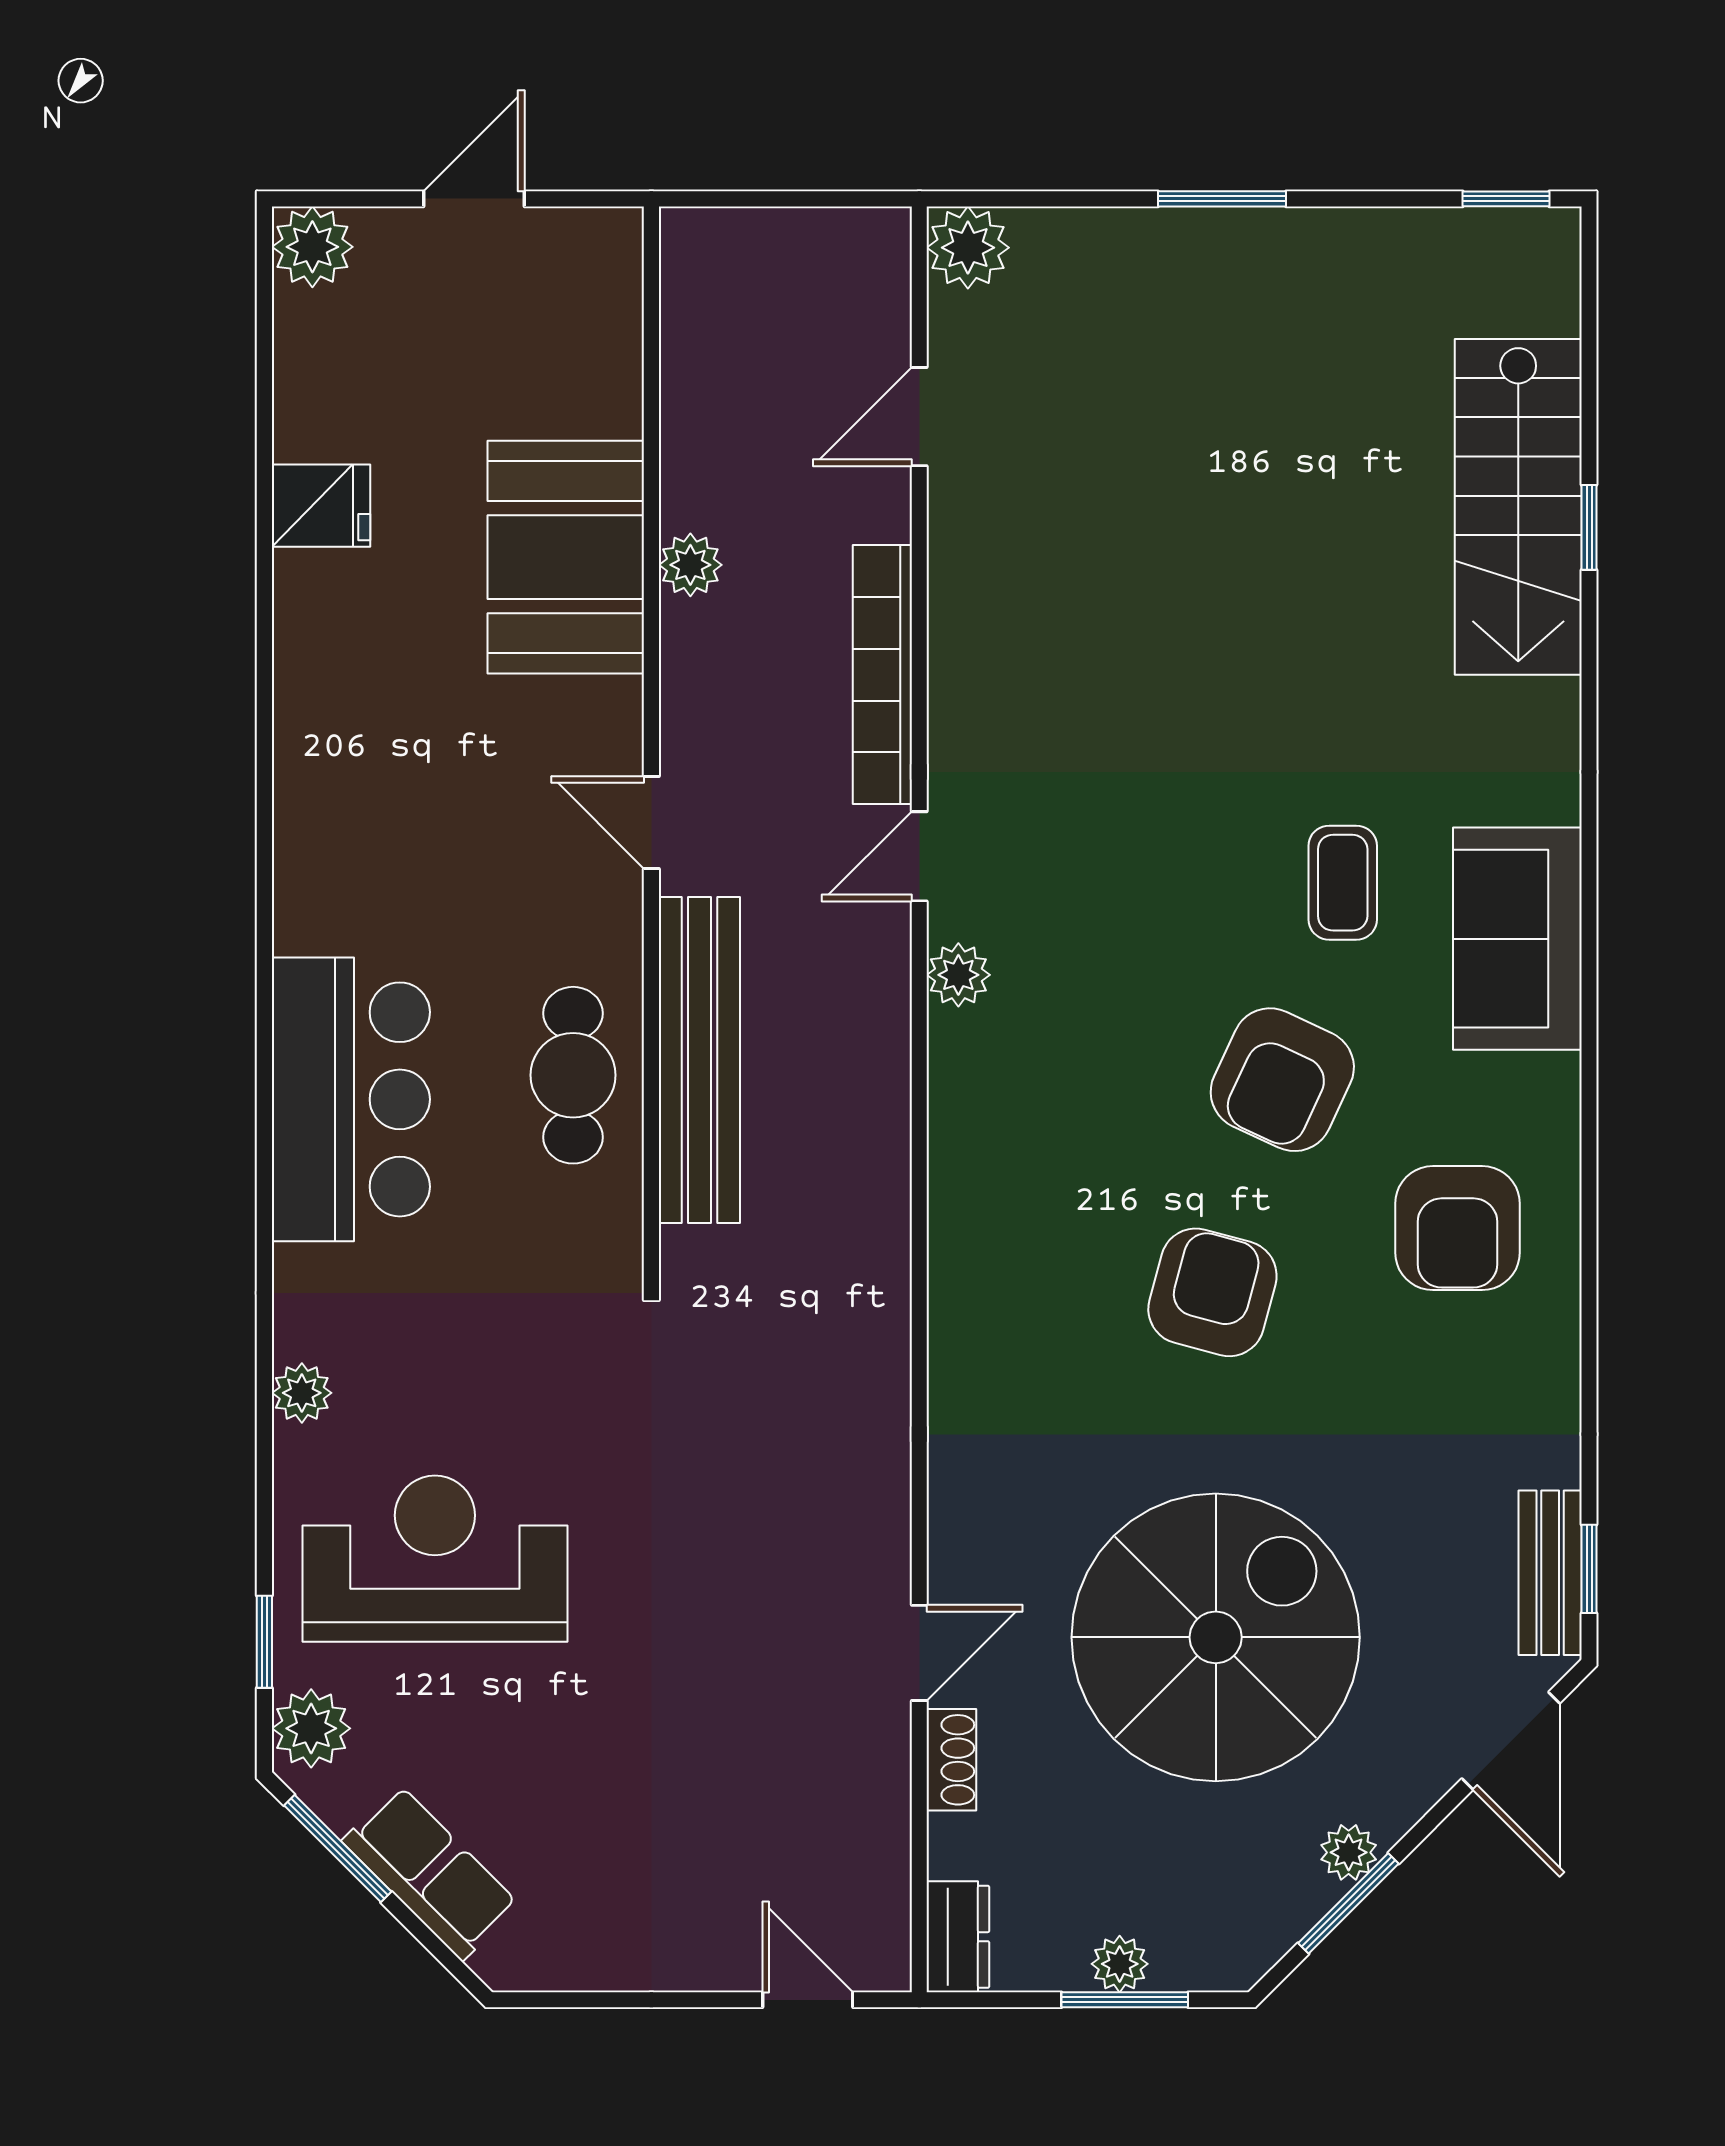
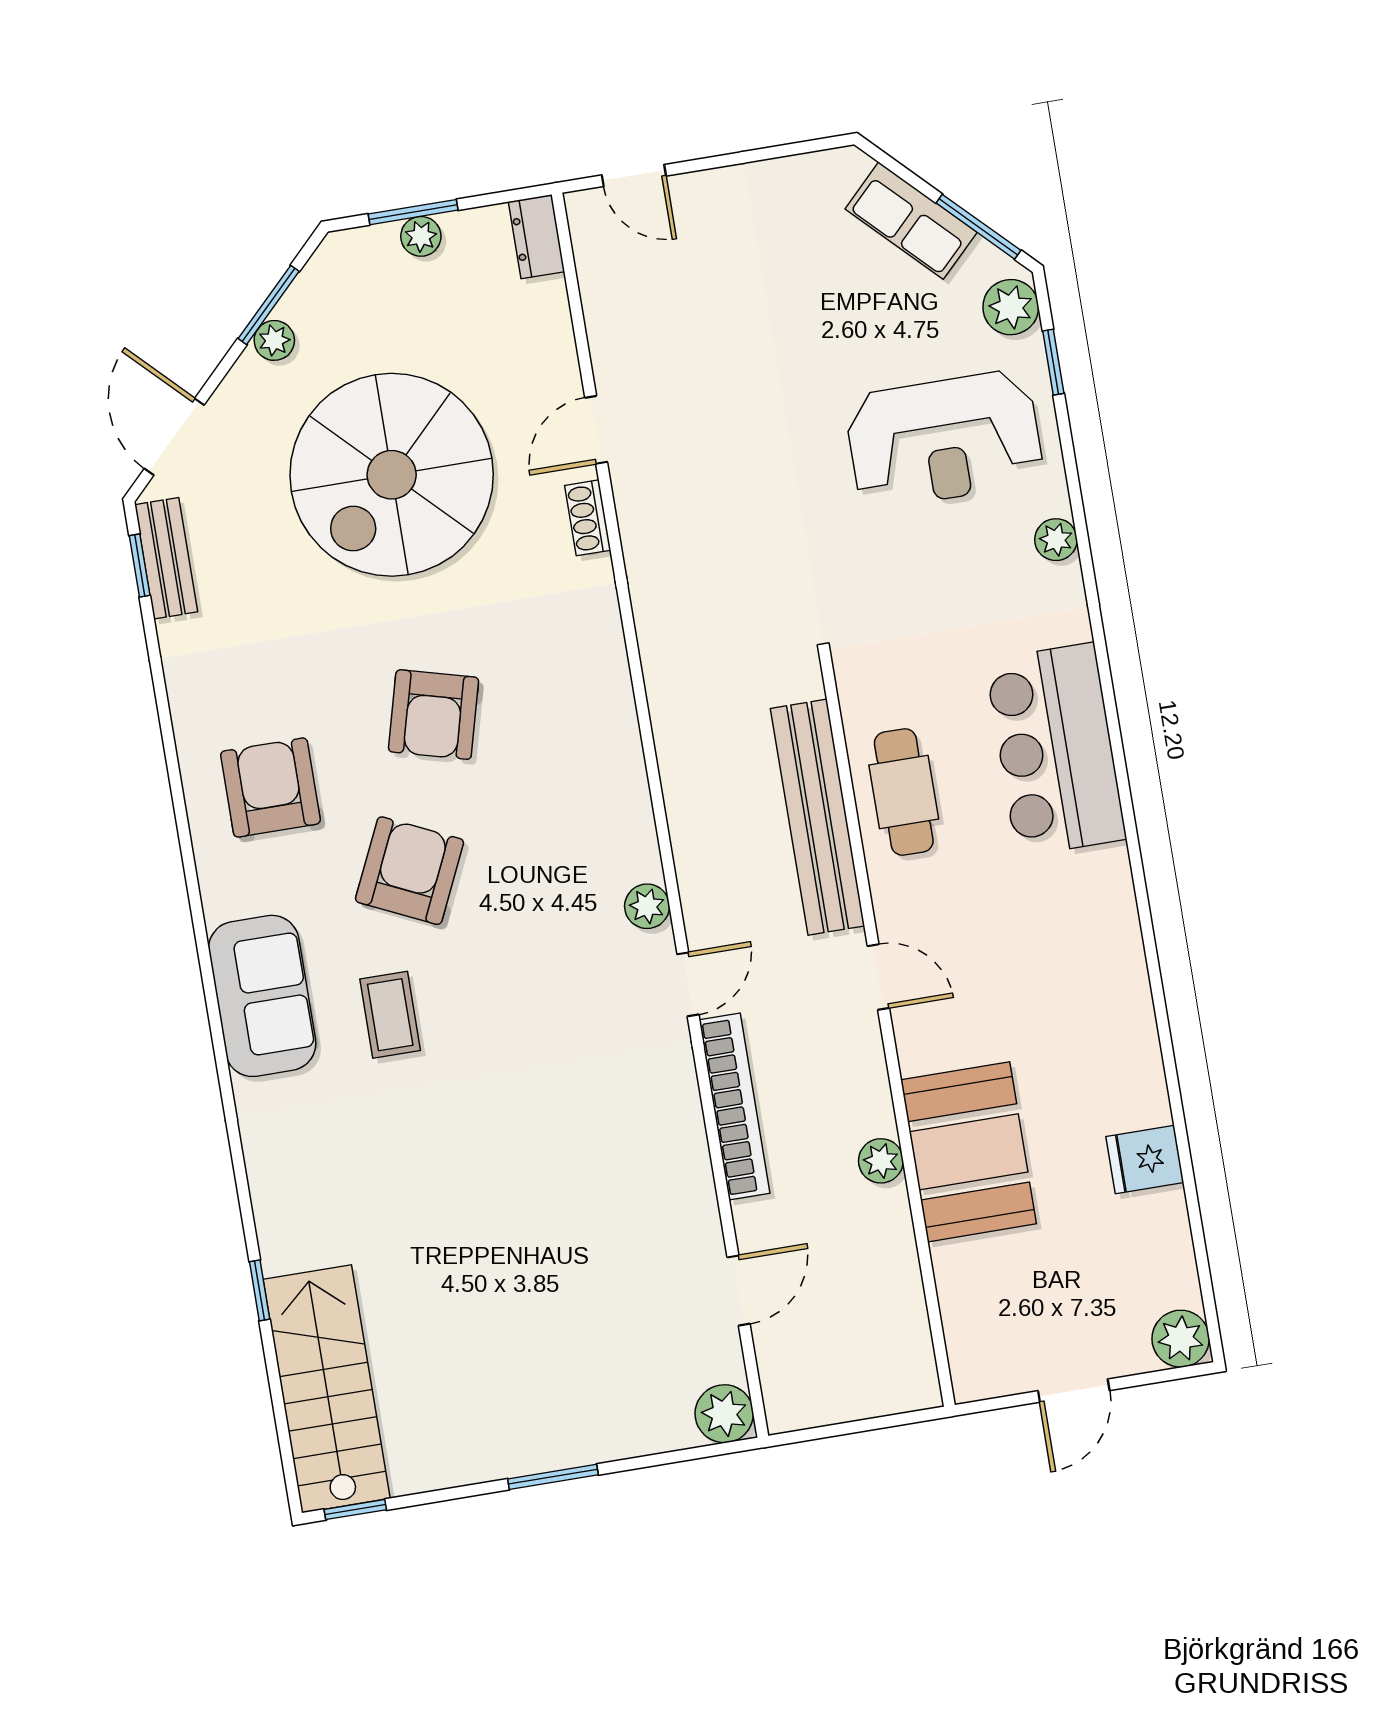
stairs: (1518, 507) -> (327, 1389), moved
shoe rack: (951, 1760) -> (588, 518), moved

